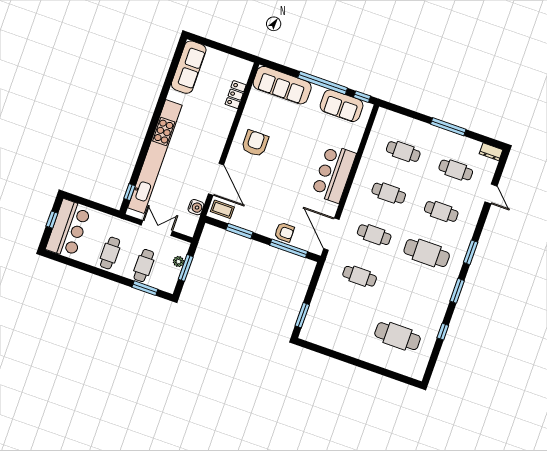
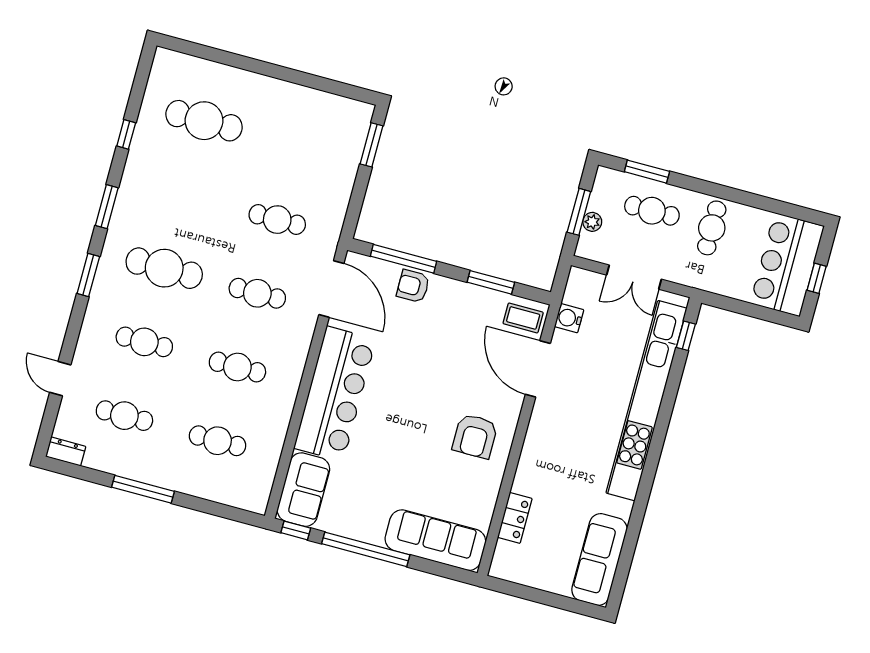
sofa: (342, 106) -> (303, 490), moved, turned 90
bar counter: (334, 174) -> (335, 394), width x1.36
cafe table: (144, 265) -> (652, 211), turned 90

